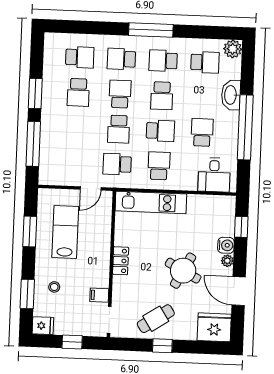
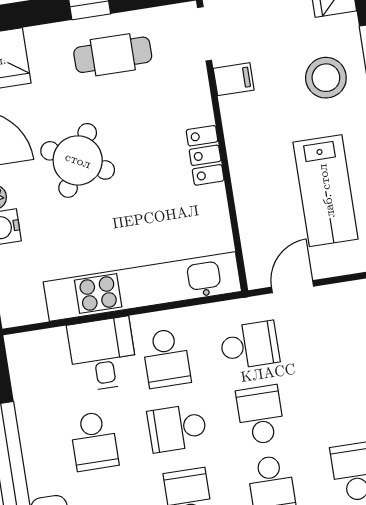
desk: (214, 175) -> (103, 354), moved
kitchen unit: (151, 202) -> (142, 287), width x1.36
stool: (54, 287) -> (326, 78), width x1.89, depth x1.89
cafe table: (156, 319) -> (113, 55), turned 33

